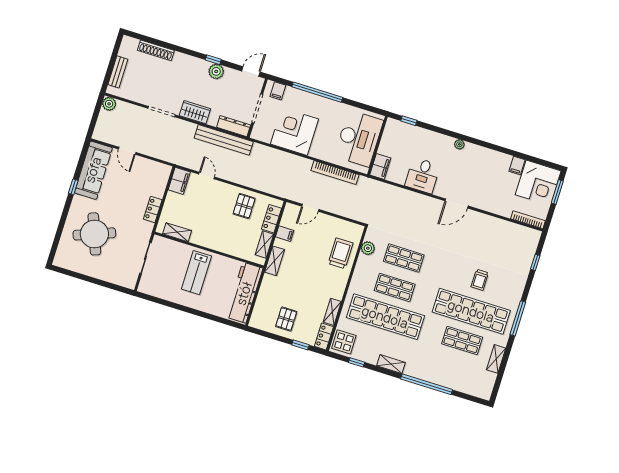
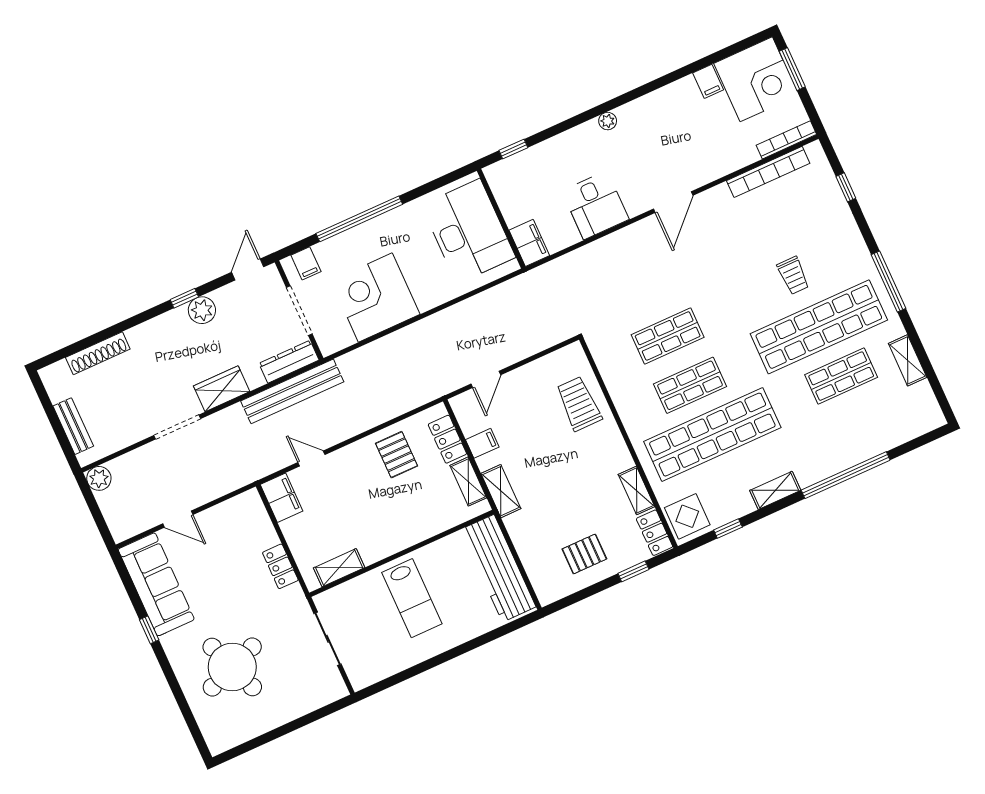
bookcase: (335, 173) -> (768, 172), moved
plant: (368, 248) -> (609, 365), removed
pallet: (286, 319) -> (584, 554), turned 90

